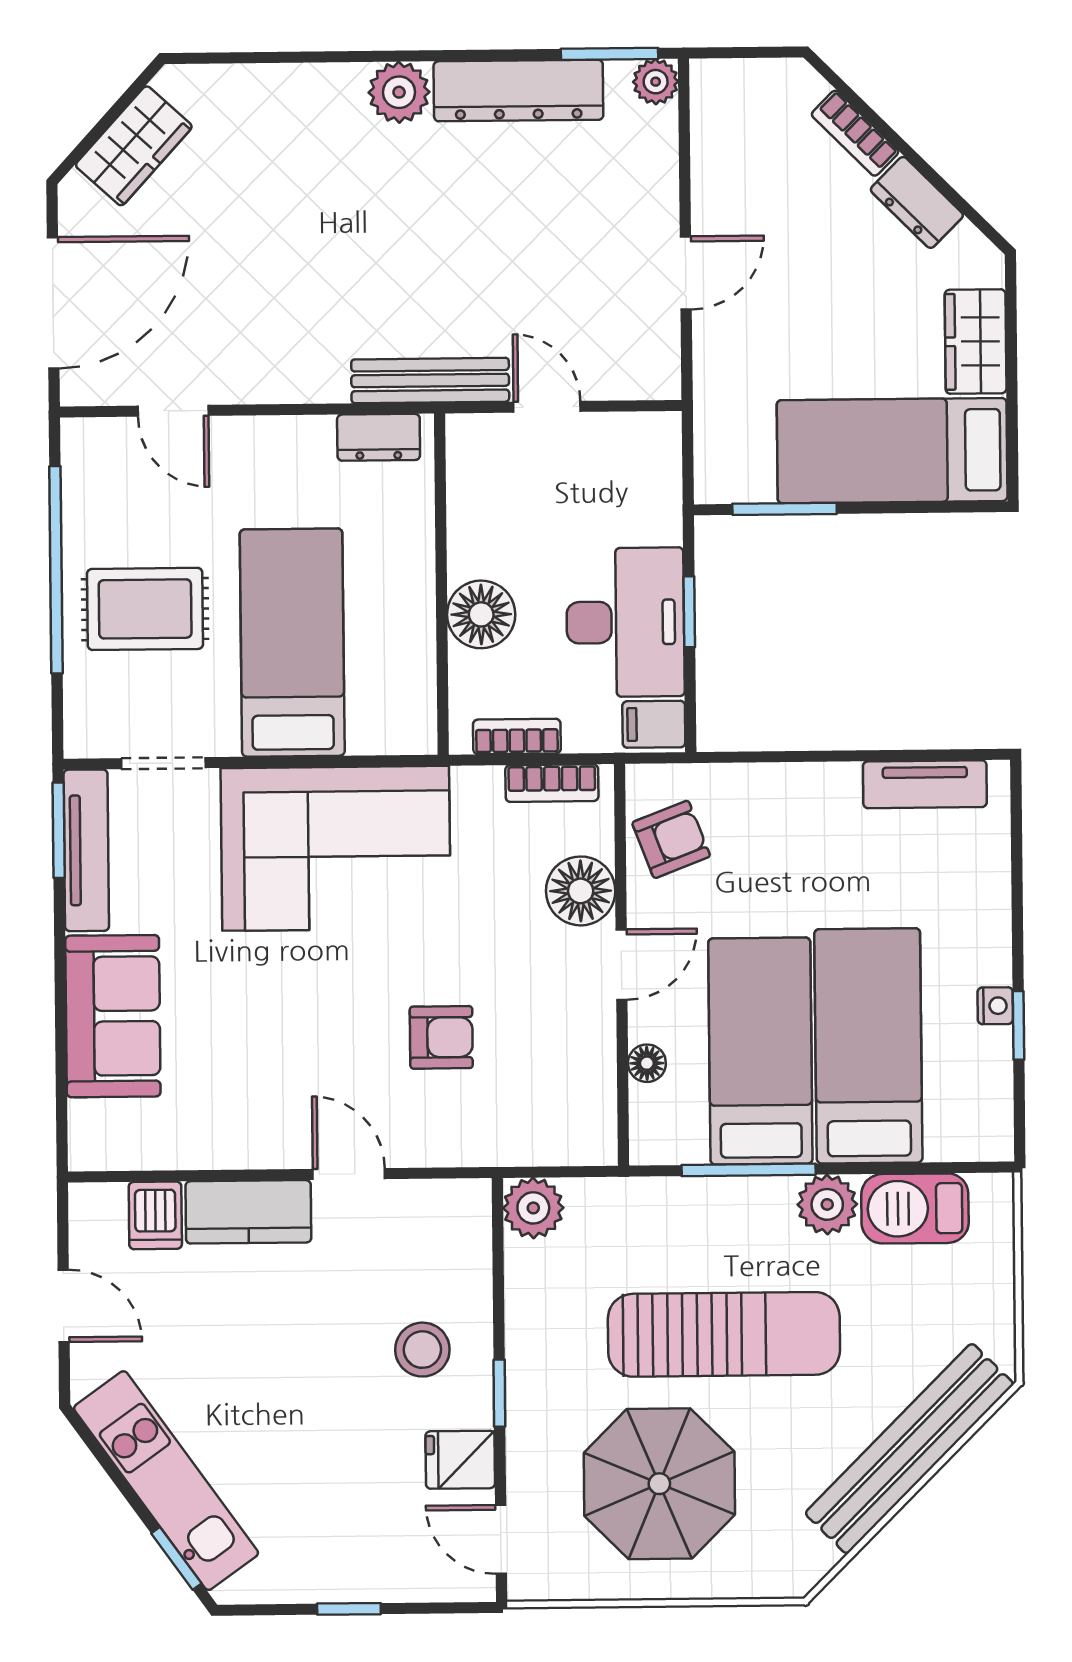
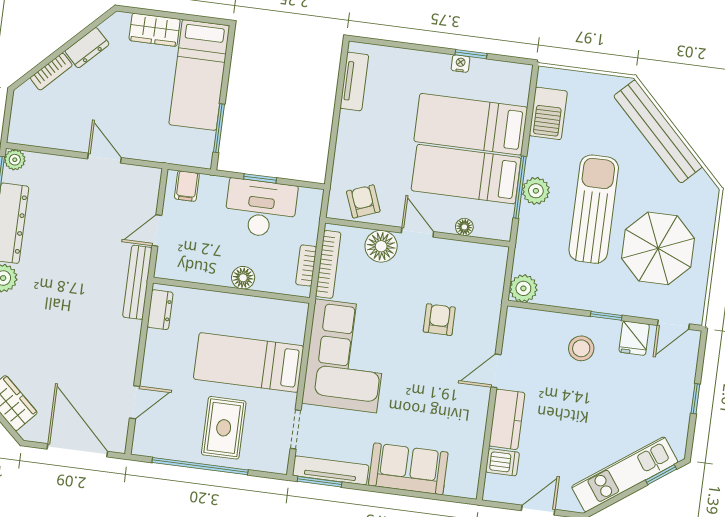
floor lamp: (481, 614) -> (243, 278), width x0.73, depth x0.73
filing cabinet: (654, 724) -> (187, 186), moved
bookcase: (552, 783) -> (328, 264), width x1.56
plant: (827, 1204) -> (536, 191), moved

